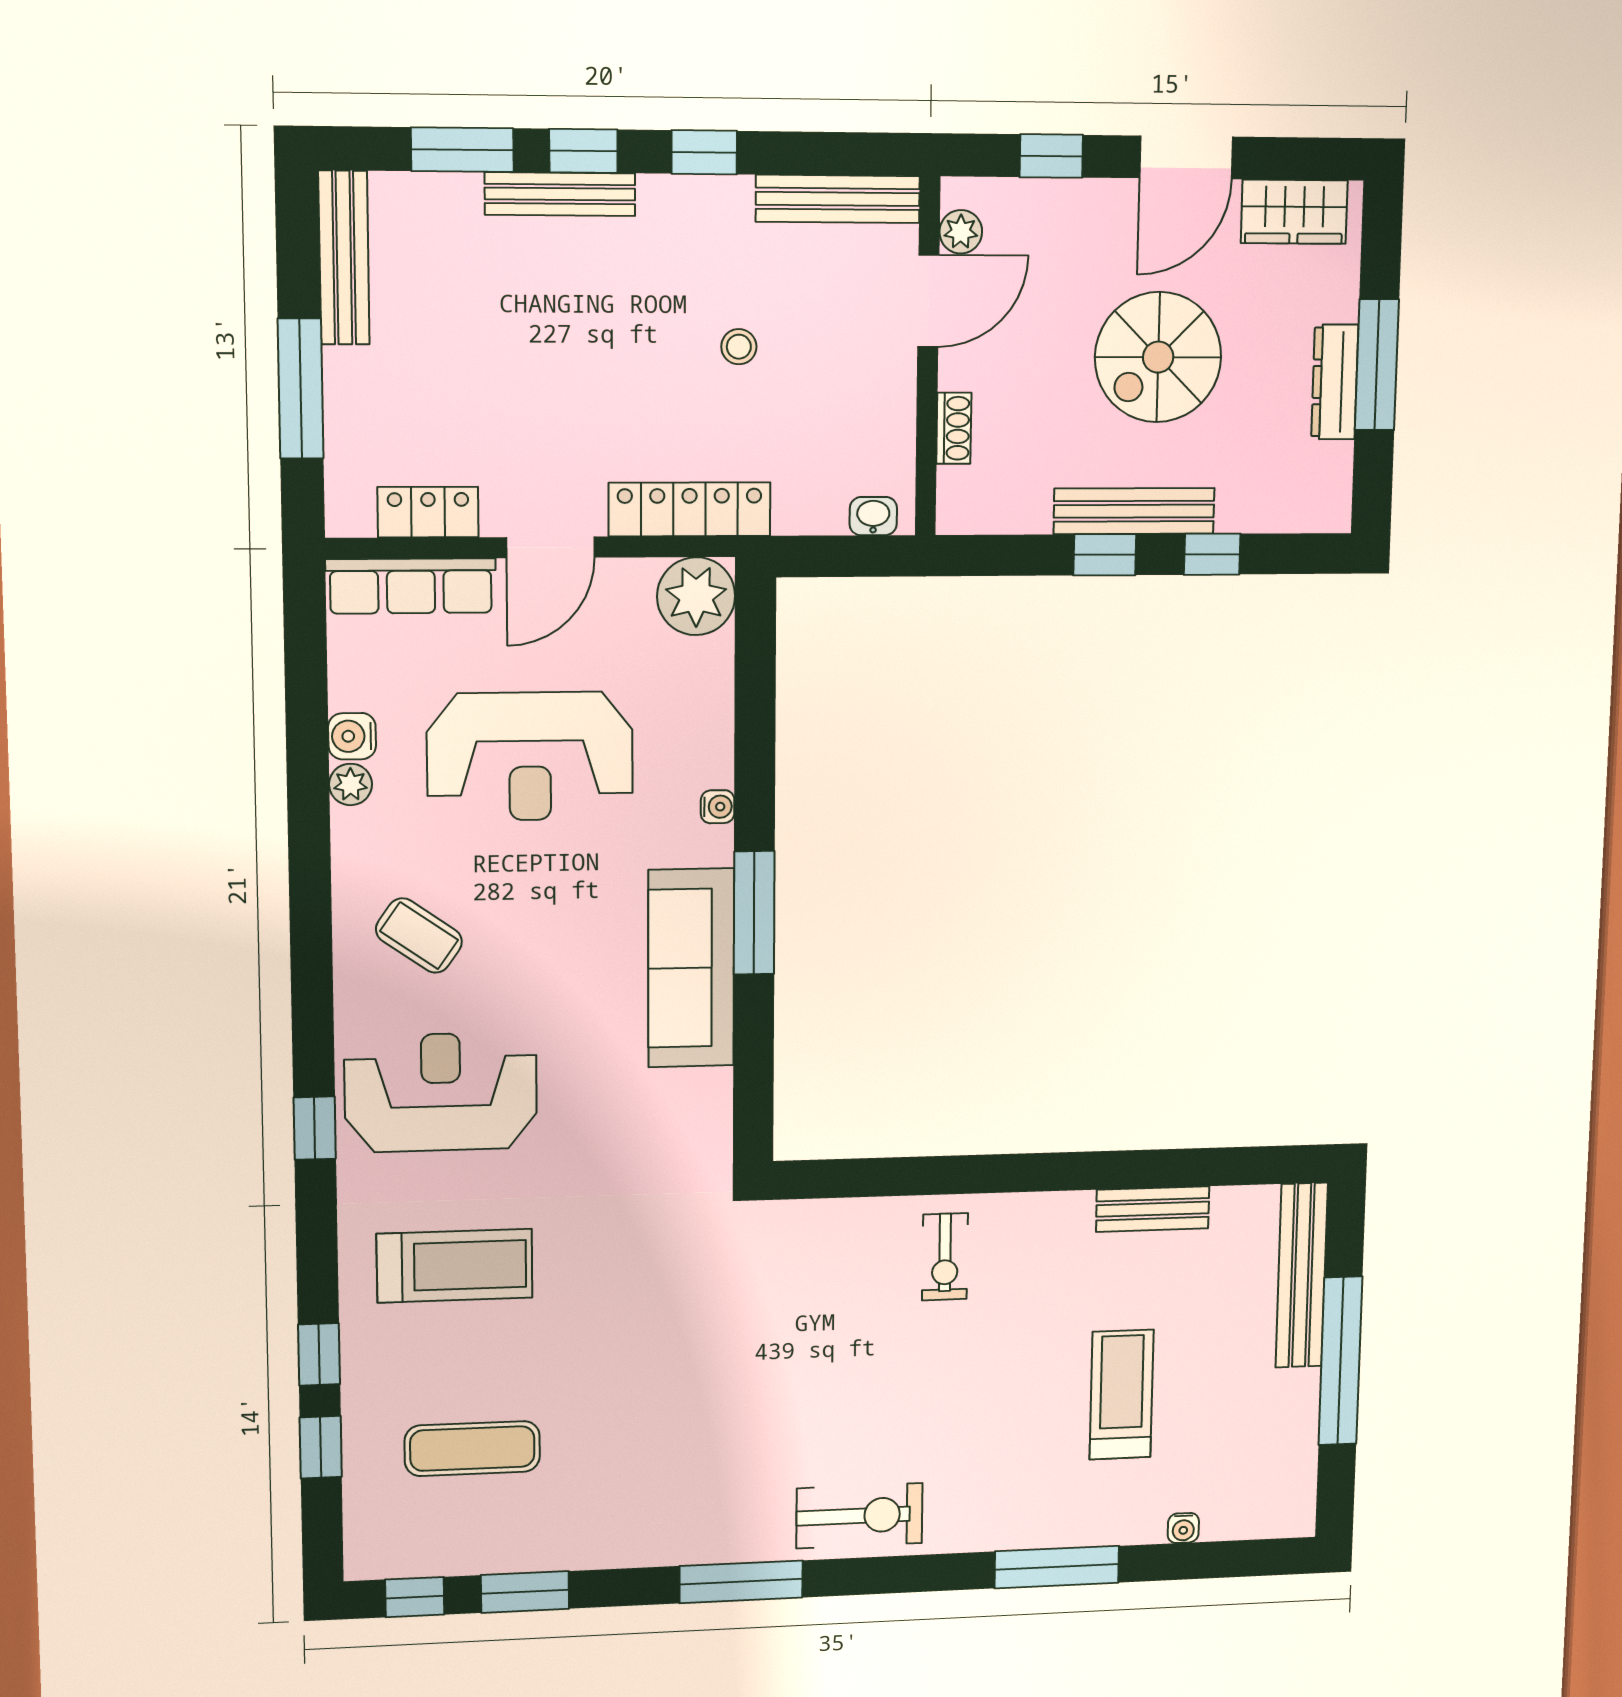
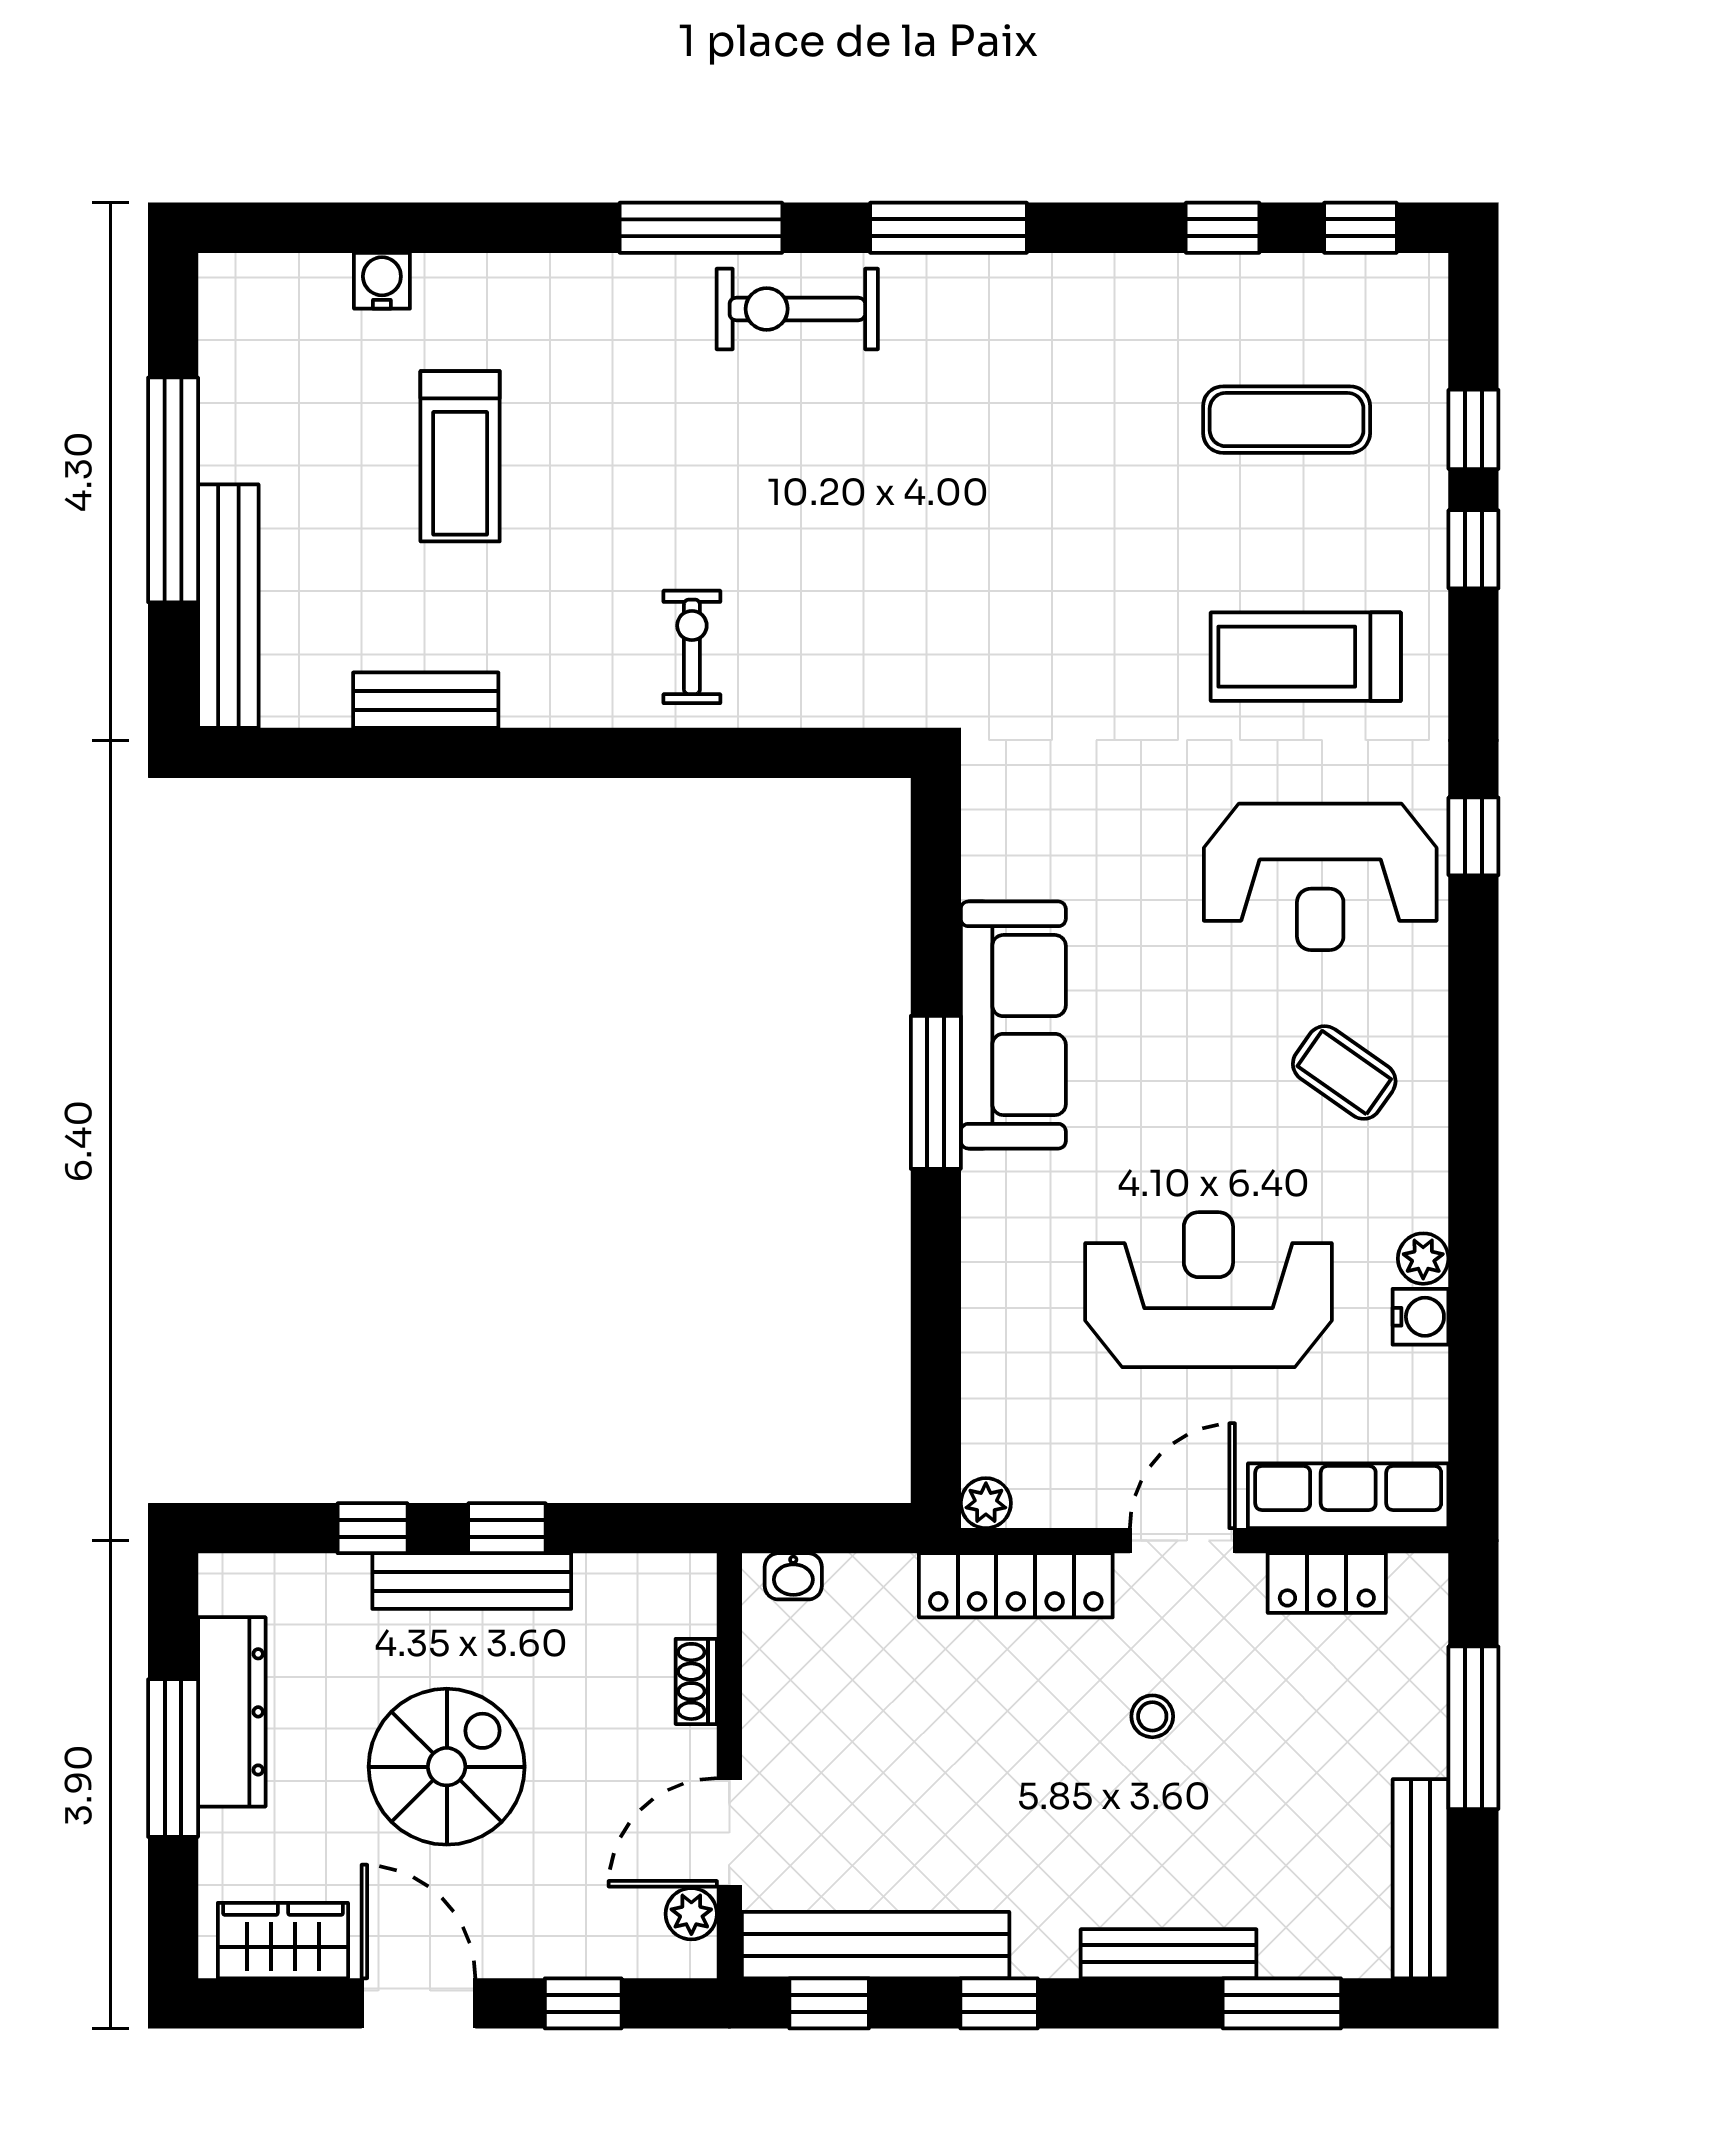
window: (583, 151) -> (829, 2003), moved
door: (1186, 157) -> (418, 2003), hinge flipped
bench: (838, 199) -> (876, 1945), width x1.37, depth x1.21
stool: (739, 347) -> (1152, 1716), moved
dresser: (1335, 382) -> (232, 1712), width x1.37, depth x1.24
plant: (696, 596) -> (986, 1503), width x0.53, depth x0.53
water cooler: (718, 807) -> (981, 1225), removed
water cooler: (1183, 1528) -> (382, 281), width x1.38, depth x1.38
window: (1057, 1567) -> (701, 228), moved
window: (525, 1592) -> (1223, 228), width x0.67

